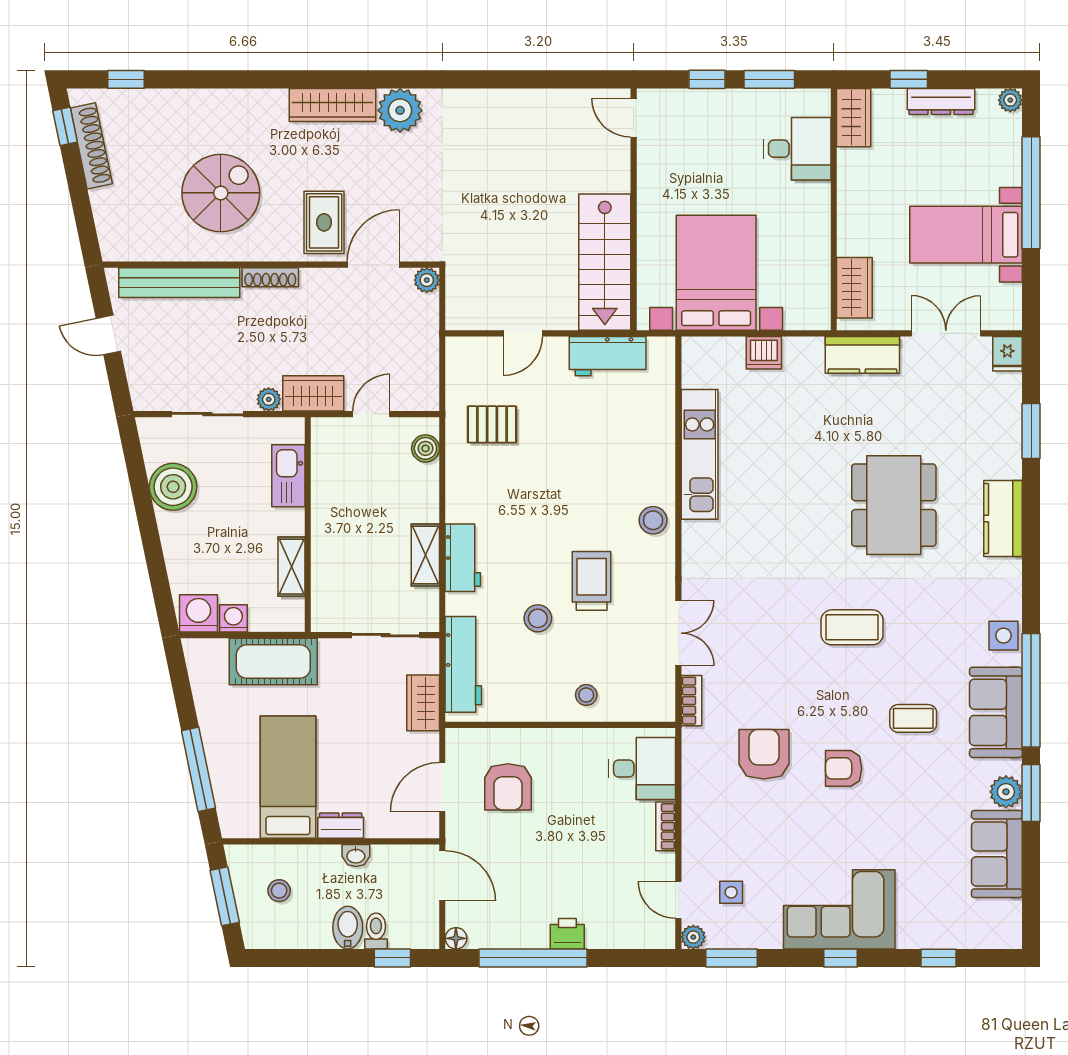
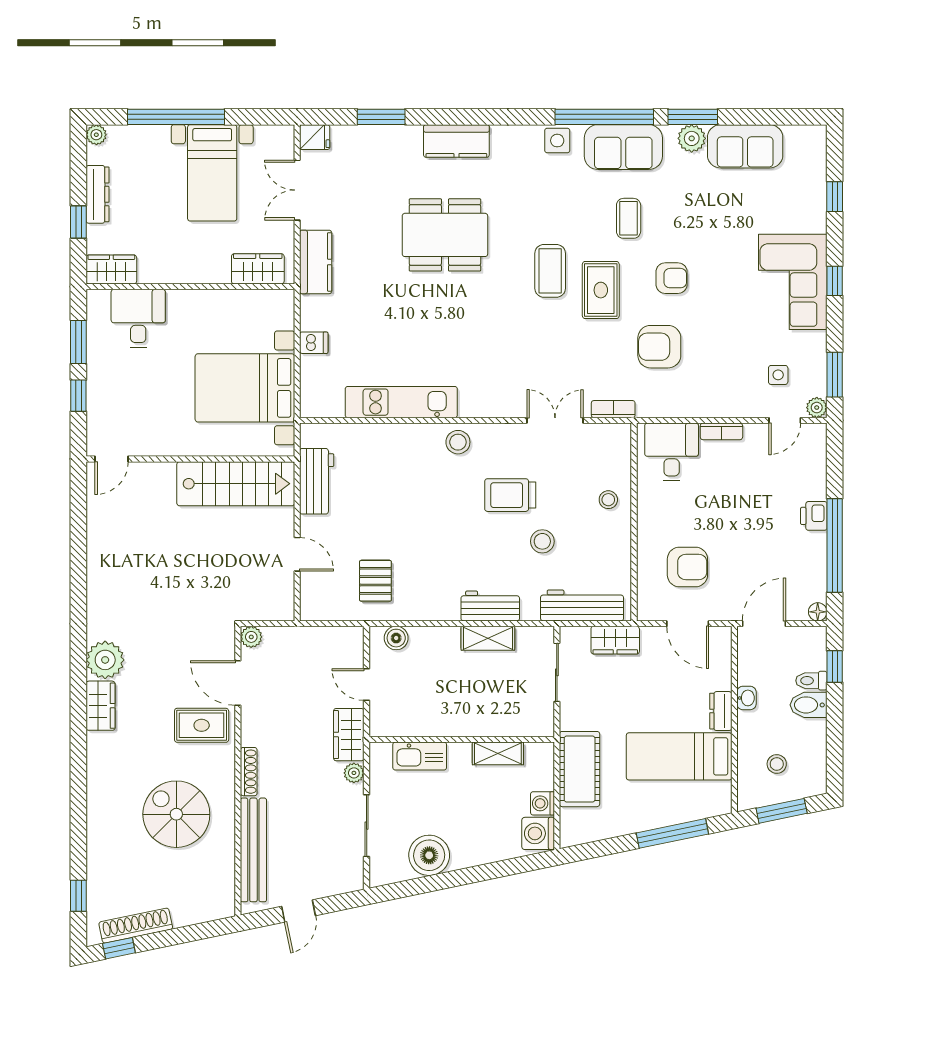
wardrobe: (332, 105) -> (101, 706), width x0.67
dishwasher: (764, 353) -> (314, 343), width x0.73
rug: (830, 686) -> (601, 290), added
armchair: (844, 768) -> (672, 278), turned -90

